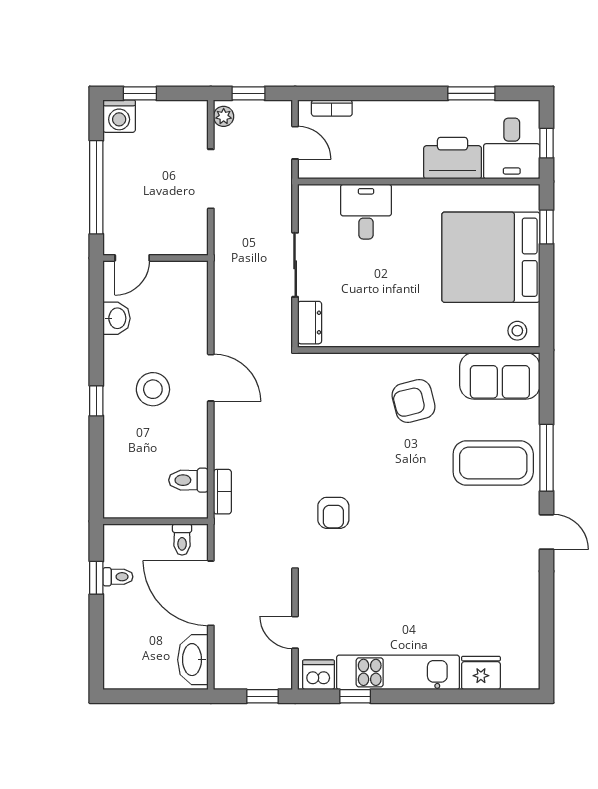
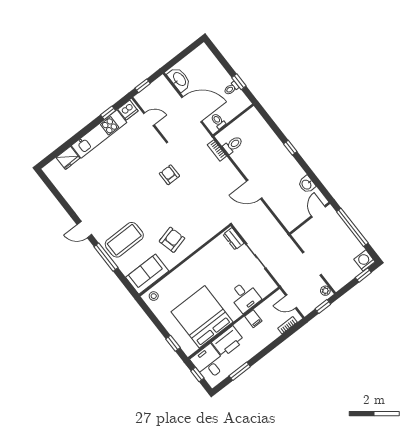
filing cabinet: (380, 163) -> (253, 319), added
bed: (491, 257) -> (202, 317), moved, turned -90
stool: (153, 389) -> (273, 169), removed

